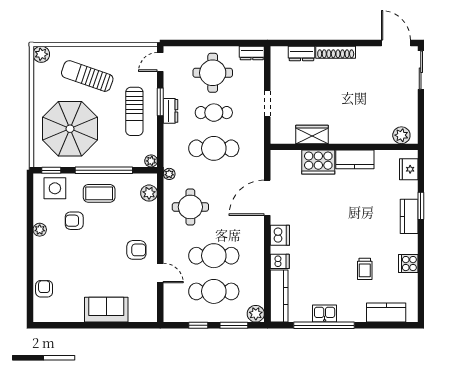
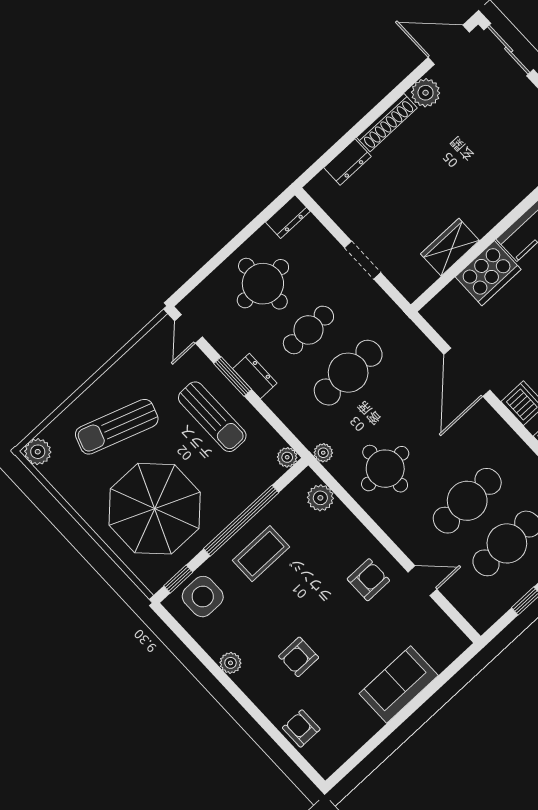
plant: (366, 55) -> (426, 93), added
armchair: (74, 221) -> (299, 657), moved

